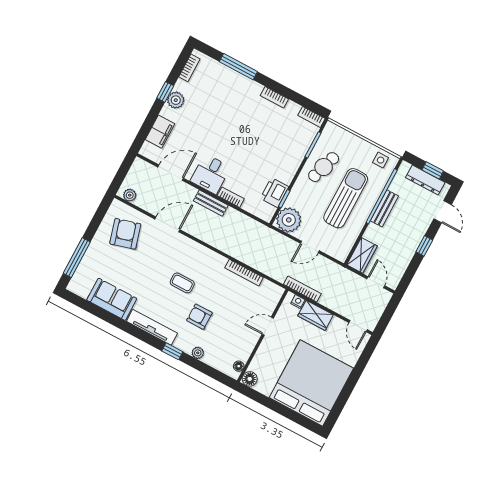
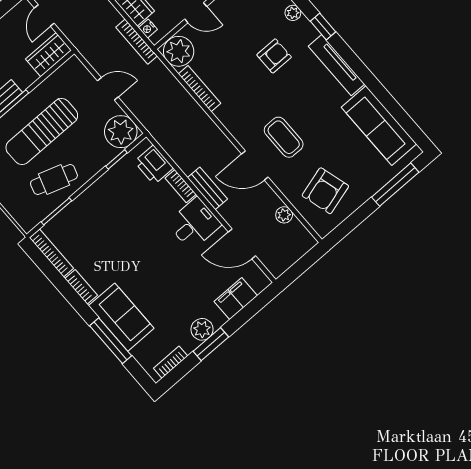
sofa: (237, 87) -> (121, 317), added
window: (165, 92) -> (211, 344), width x1.50
bookcase: (311, 117) -> (51, 253), width x1.56
printer: (274, 192) -> (154, 165), moved, turned 90
plant: (130, 195) -> (284, 215), moved
door: (167, 224) -> (255, 165), moved
coffee table: (182, 283) -> (284, 137), moved, width x1.36, depth x1.30
plant: (269, 294) -> (179, 51), added
sofa: (112, 299) -> (379, 126), width x1.36
armchair: (199, 317) -> (274, 56), turned -90

